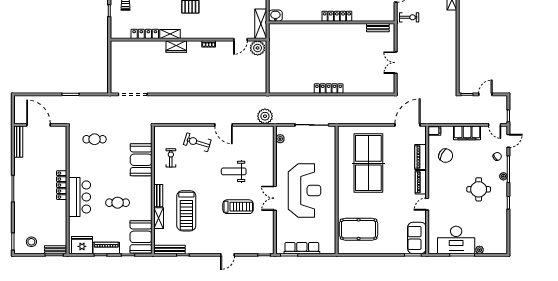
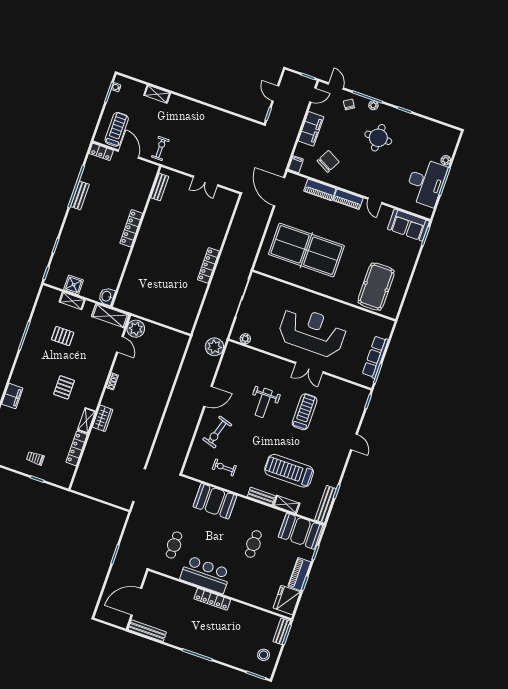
bar counter: (80, 197) -> (205, 575), moved
treadmill: (186, 211) -> (289, 471), turned 180

